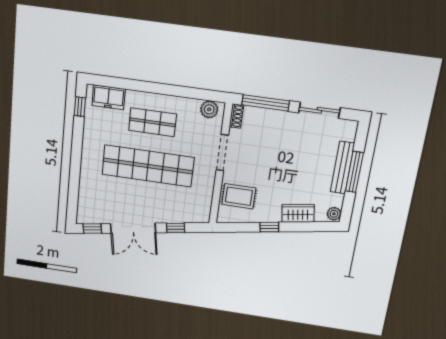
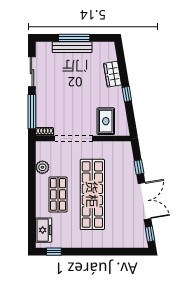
plant: (209, 109) -> (42, 167), moved
doorway: (222, 153) -> (74, 138), width x1.36
plant: (334, 214) -> (109, 47), removed

